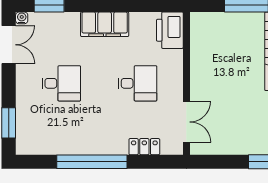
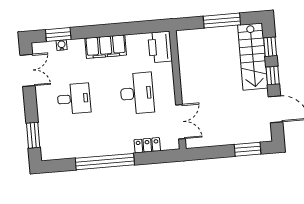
water cooler: (22, 18) -> (62, 45), moved
desk: (137, 83) -> (137, 93), width x1.37

